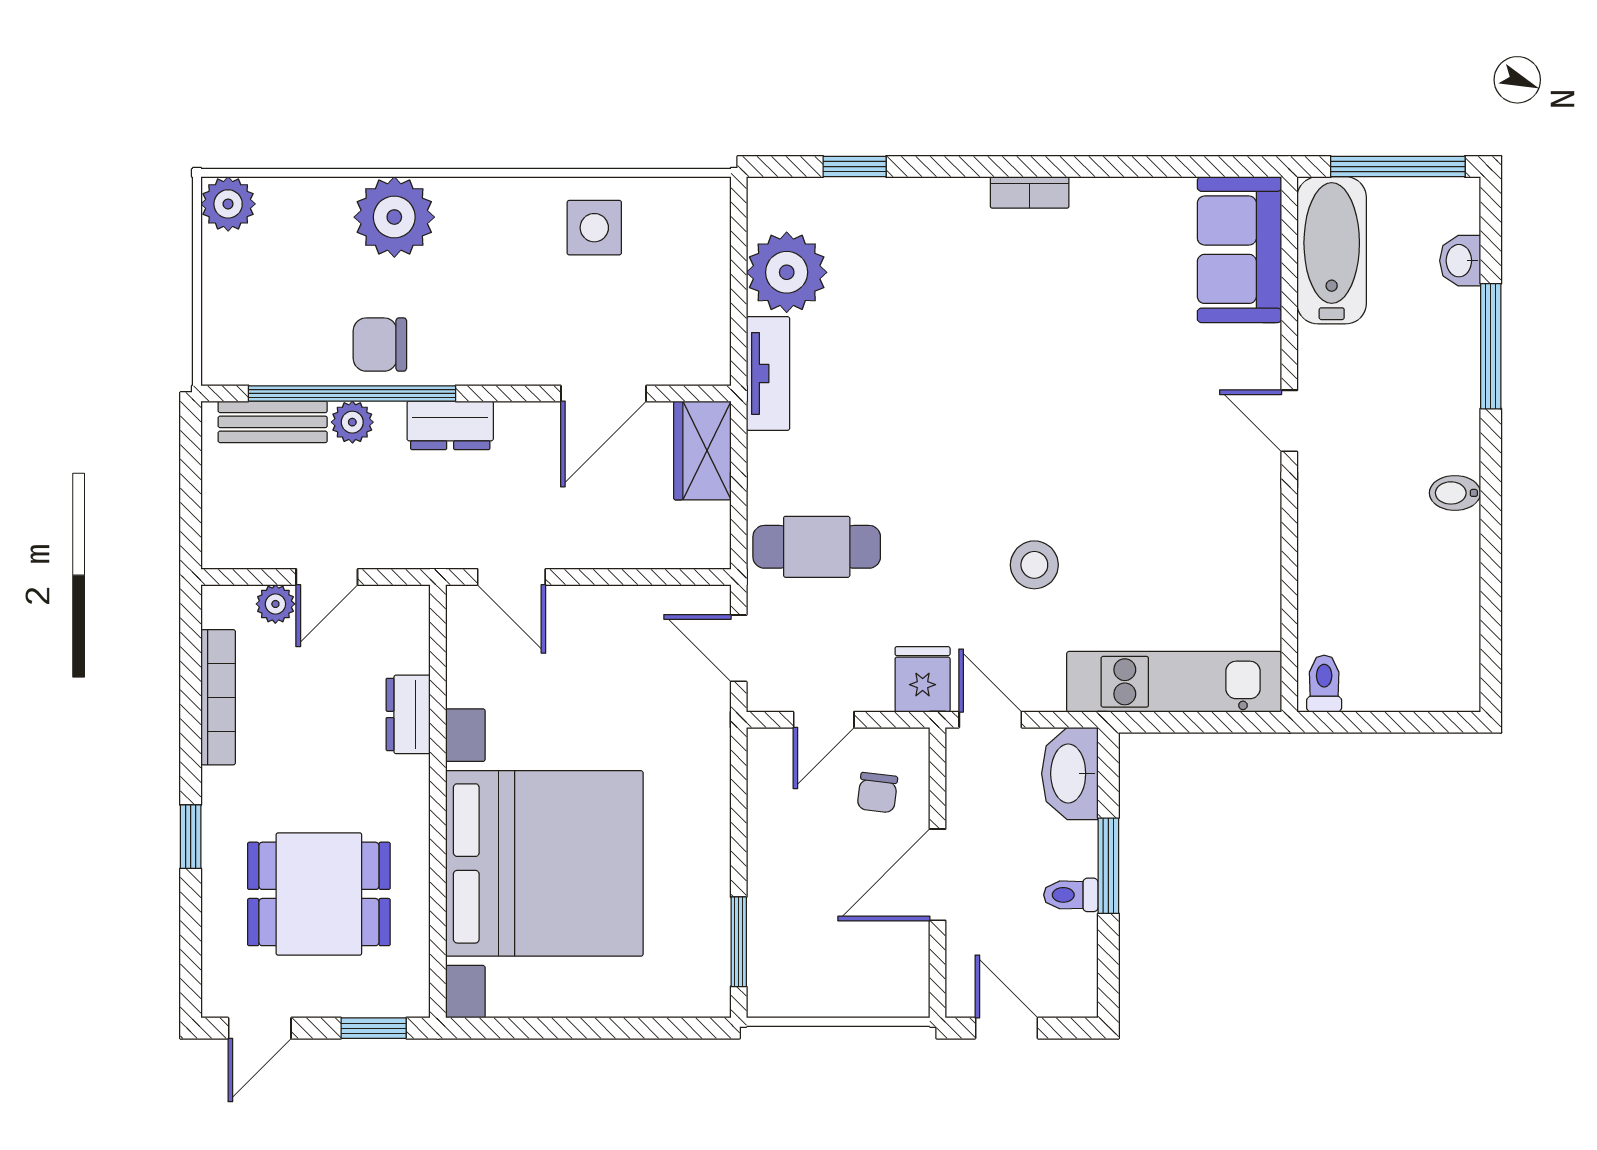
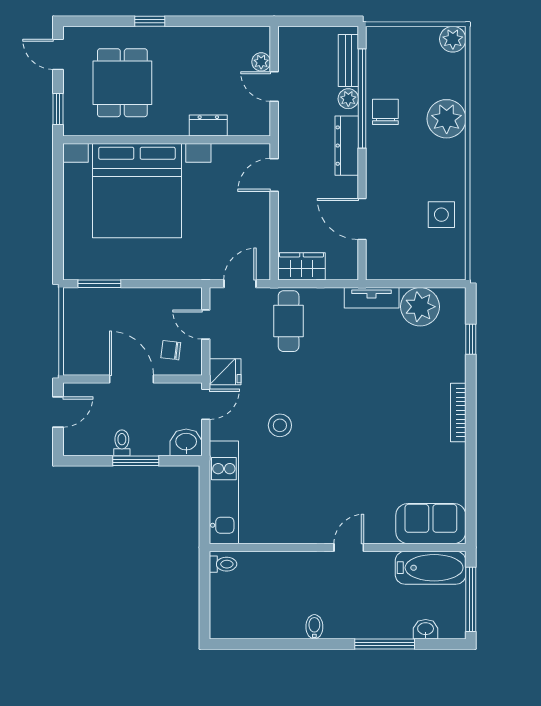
bookcase: (1030, 192) -> (458, 412), width x1.56
dresser: (450, 425) -> (347, 146), width x1.44
wardrobe: (702, 451) -> (301, 266), moved
bookcase: (218, 697) -> (217, 34), removed
washbasin: (1070, 774) -> (186, 442), width x0.72

